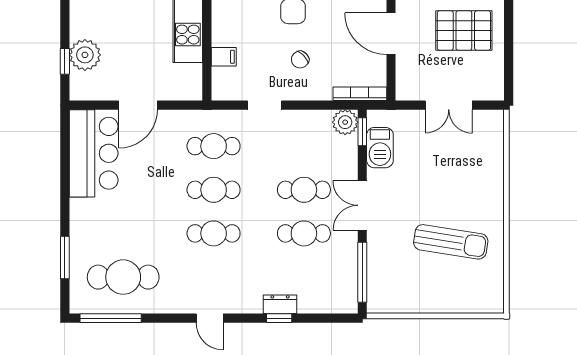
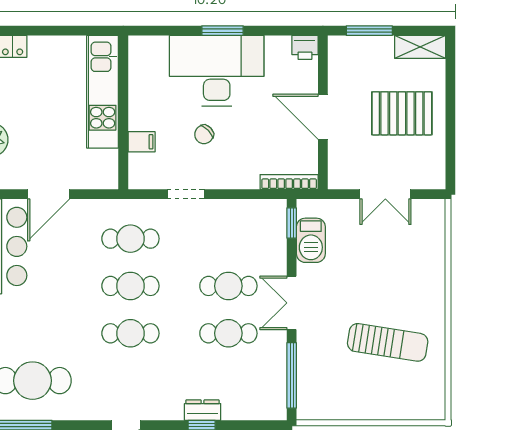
chair: (300, 60) -> (204, 134), moved
plant: (345, 122) -> (273, 213), removed

